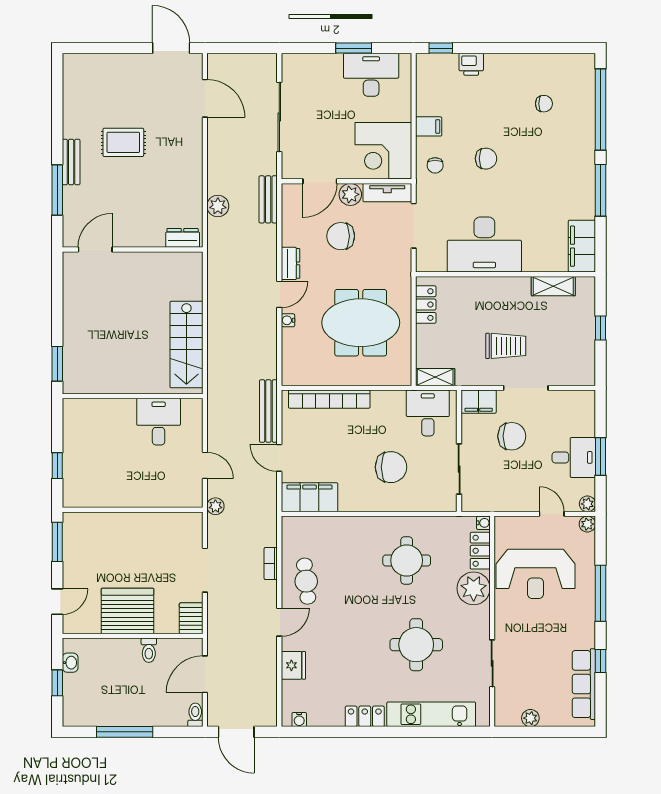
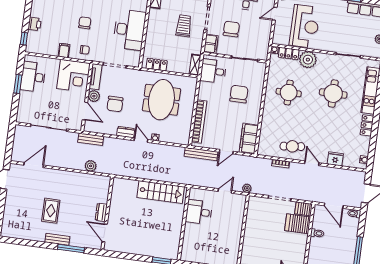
dresser: (183, 238) -> (101, 212), moved
server rack: (127, 611) -> (298, 224), moved, width x0.63

